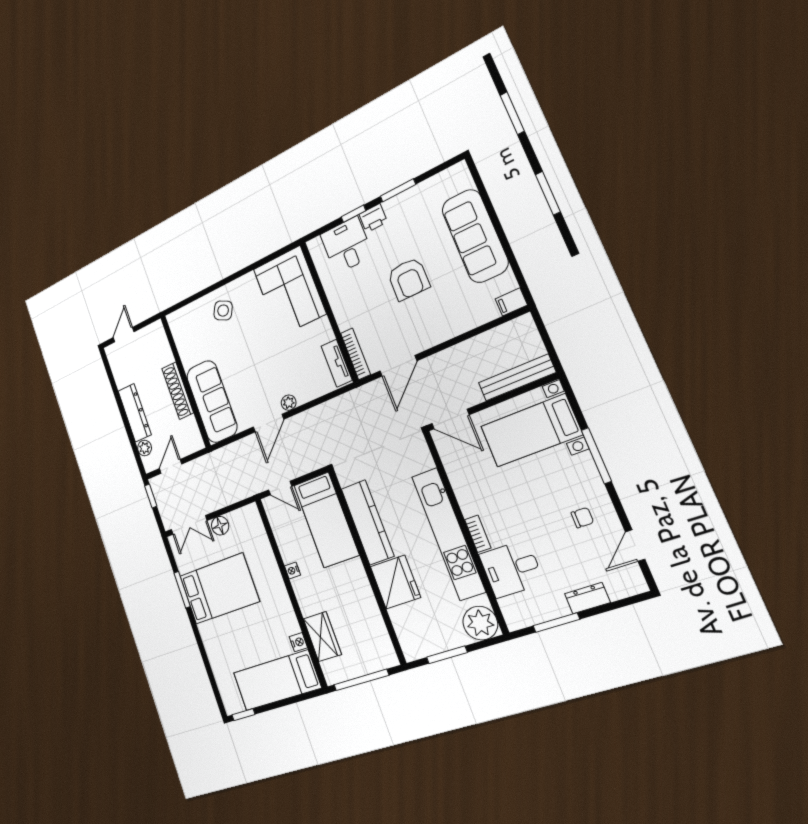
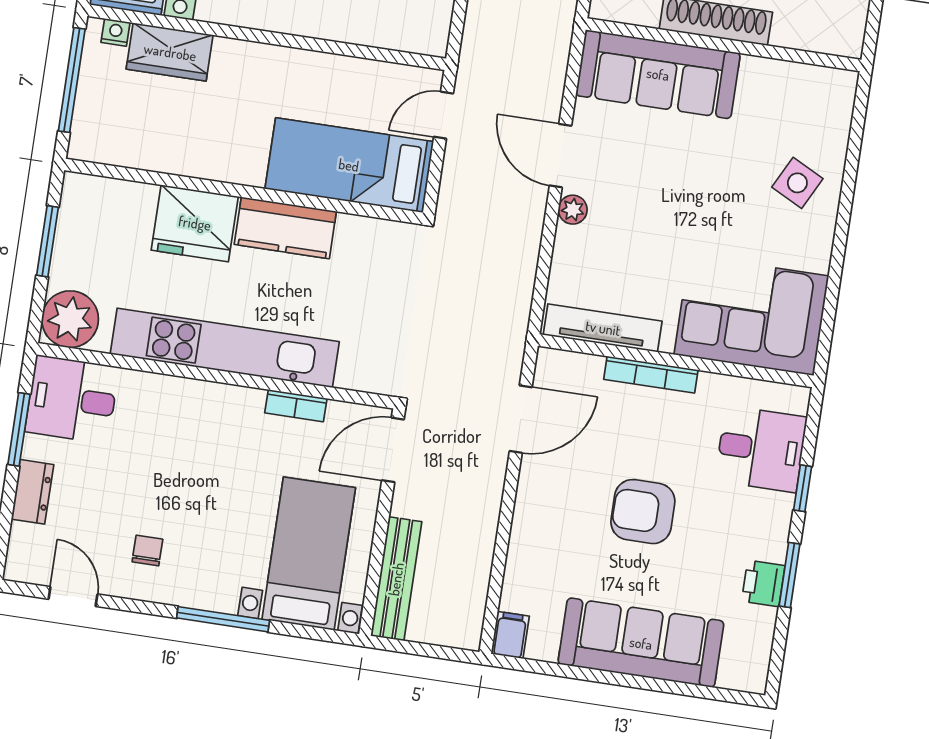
printer: (373, 218) -> (763, 583), moved
bookcase: (356, 354) -> (651, 375), moved
tv unit: (337, 363) -> (603, 328), width x1.41
door: (398, 366) -> (521, 419), swing flipped
chair: (582, 518) -> (147, 551), turned 180
kitchen counter: (367, 522) -> (285, 228), width x0.67
bookcase: (478, 534) -> (296, 406), moved
desk: (511, 569) -> (72, 399), moved, turned -90
nightstand: (292, 570) -> (115, 32), moved

